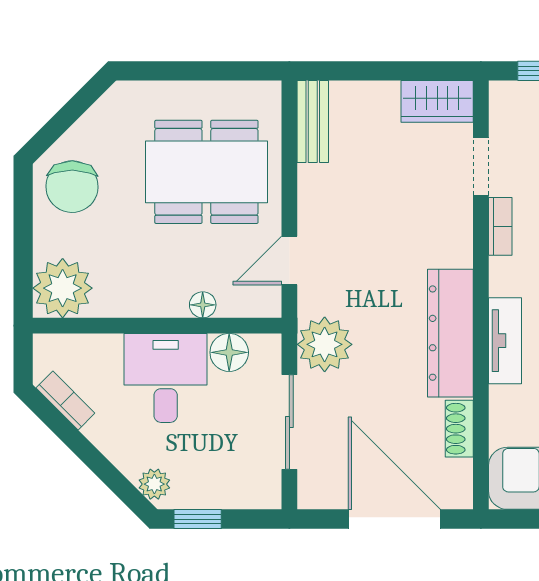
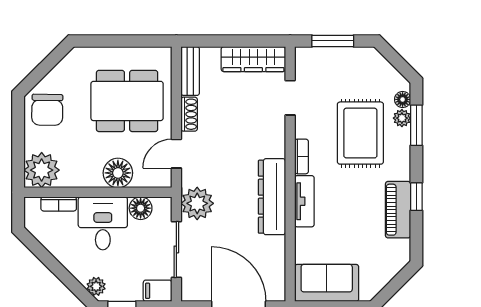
wardrobe: (437, 101) -> (253, 59), width x1.50
bookcase: (500, 226) -> (302, 156), moved
floor lamp: (203, 305) -> (118, 173), width x1.89, depth x1.89
bookcase: (65, 401) -> (59, 204), moved, turned 135
shoe rack: (459, 429) -> (189, 114), moved, turned 180
filing cabinet: (258, 491) -> (157, 291), added

